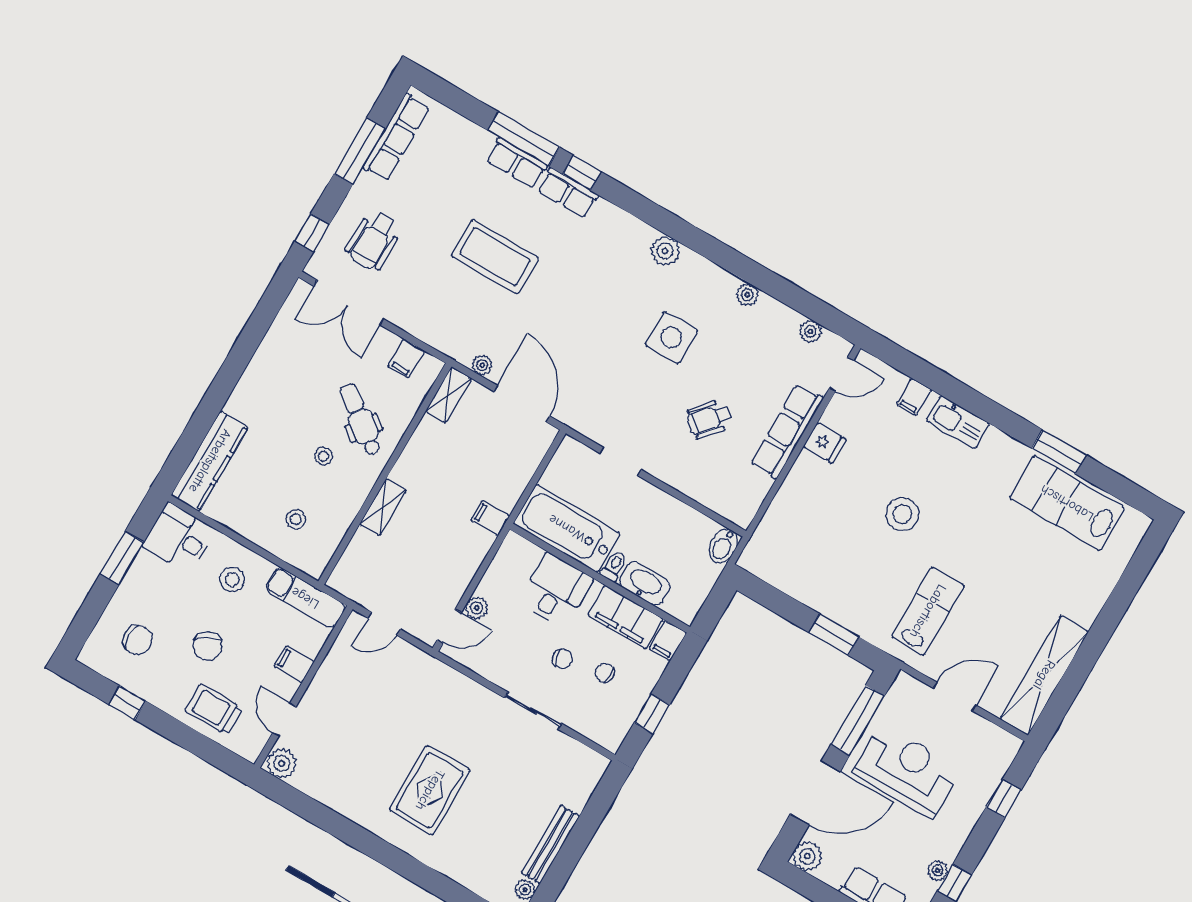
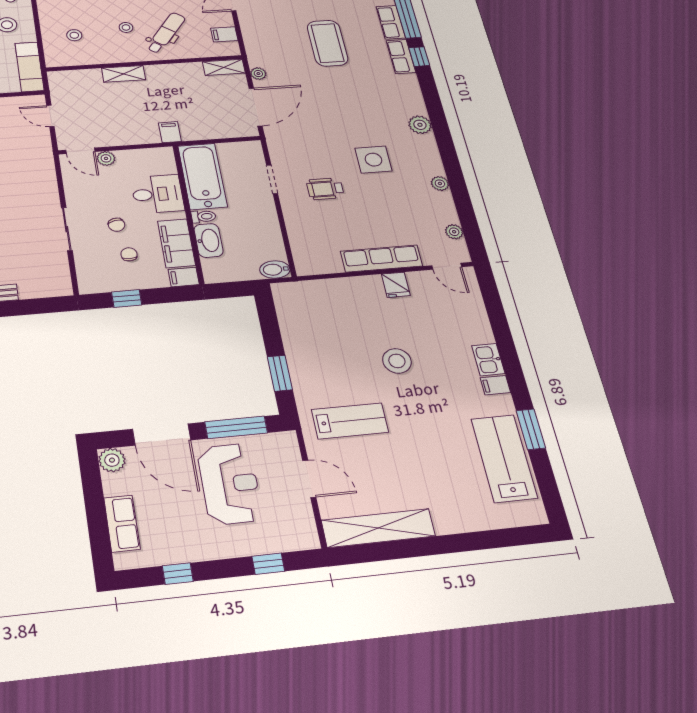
filing cabinet: (914, 397) -> (495, 385), moved
wheelchair: (709, 419) -> (325, 189), moved, turned -41
kitchen sink: (958, 422) -> (488, 360), width x0.73
plant: (938, 871) -> (177, 555), removed

